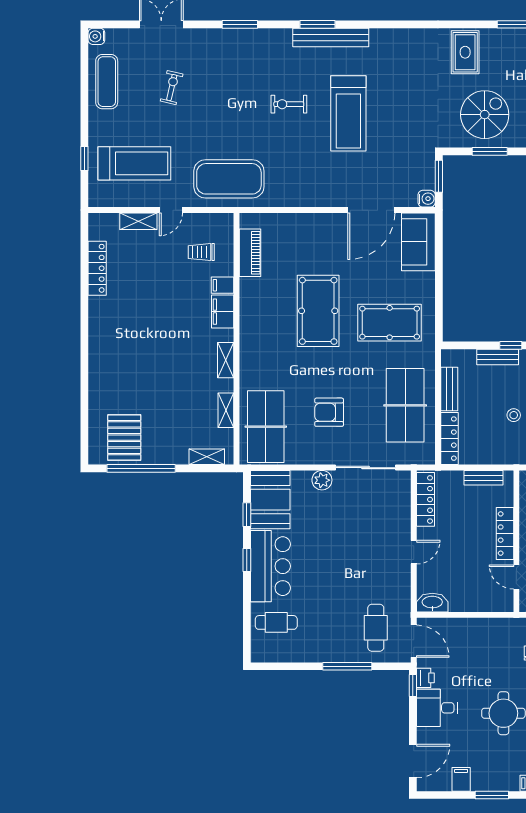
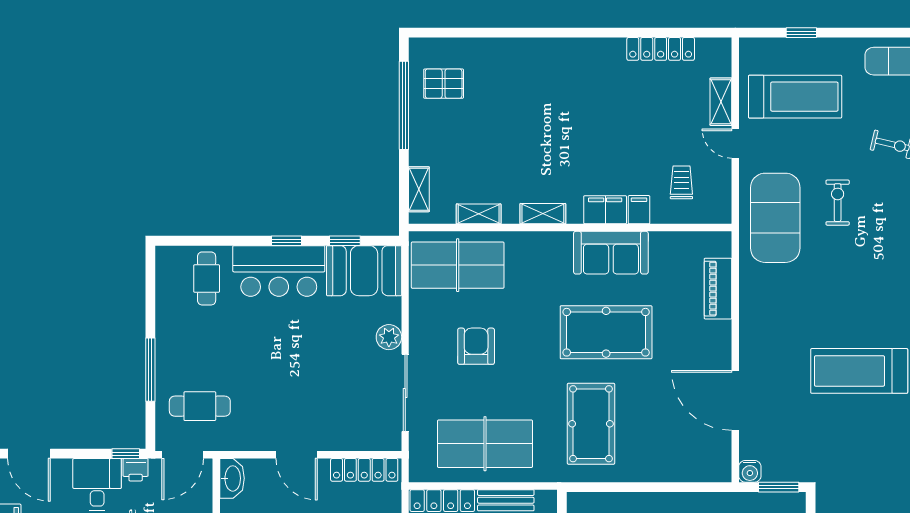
exercise bike: (289, 104) -> (838, 203), moved
treadmill: (134, 163) -> (795, 97), turned -90
sofa: (418, 242) -> (611, 253), moved, turned 180
piano: (250, 253) -> (718, 289), moved, turned 90
pallet: (124, 438) -> (444, 84), width x0.67, depth x0.71
door: (414, 552) -> (297, 455), width x1.38

